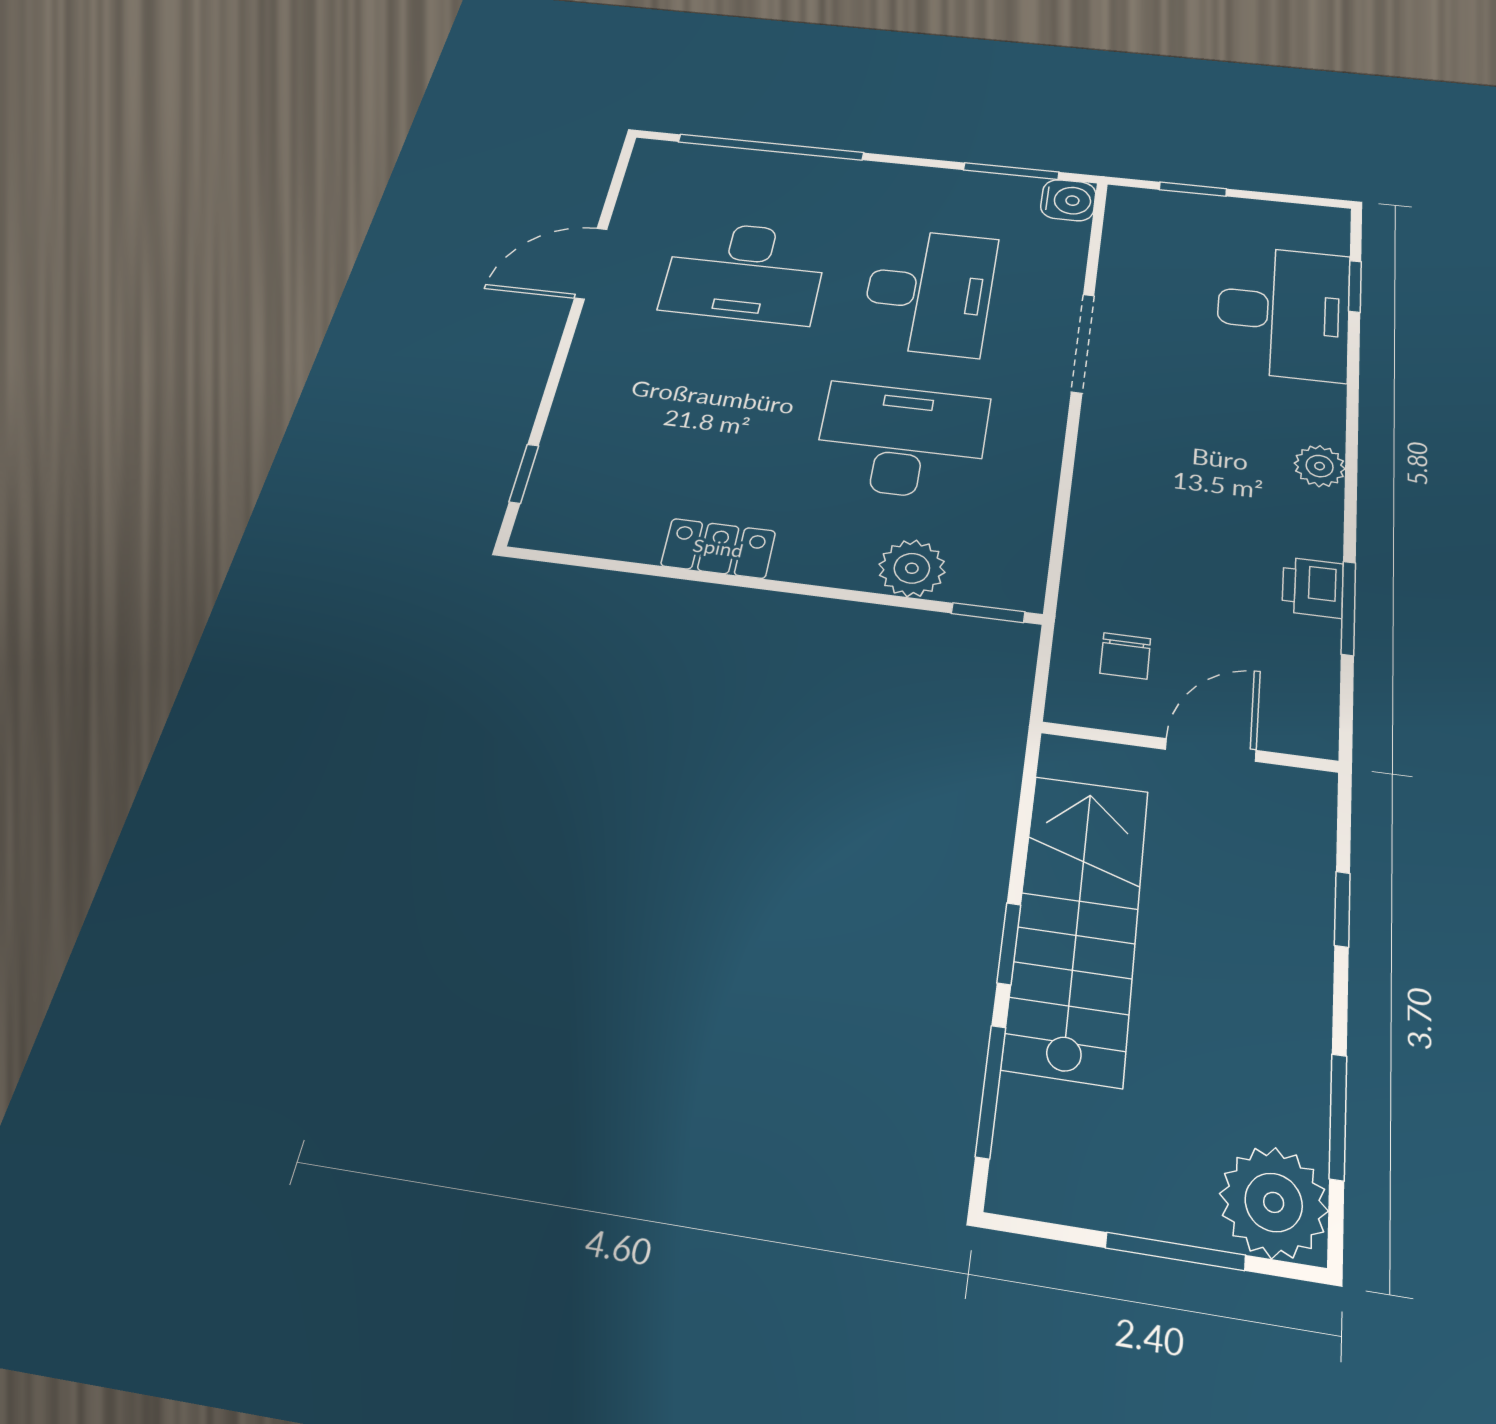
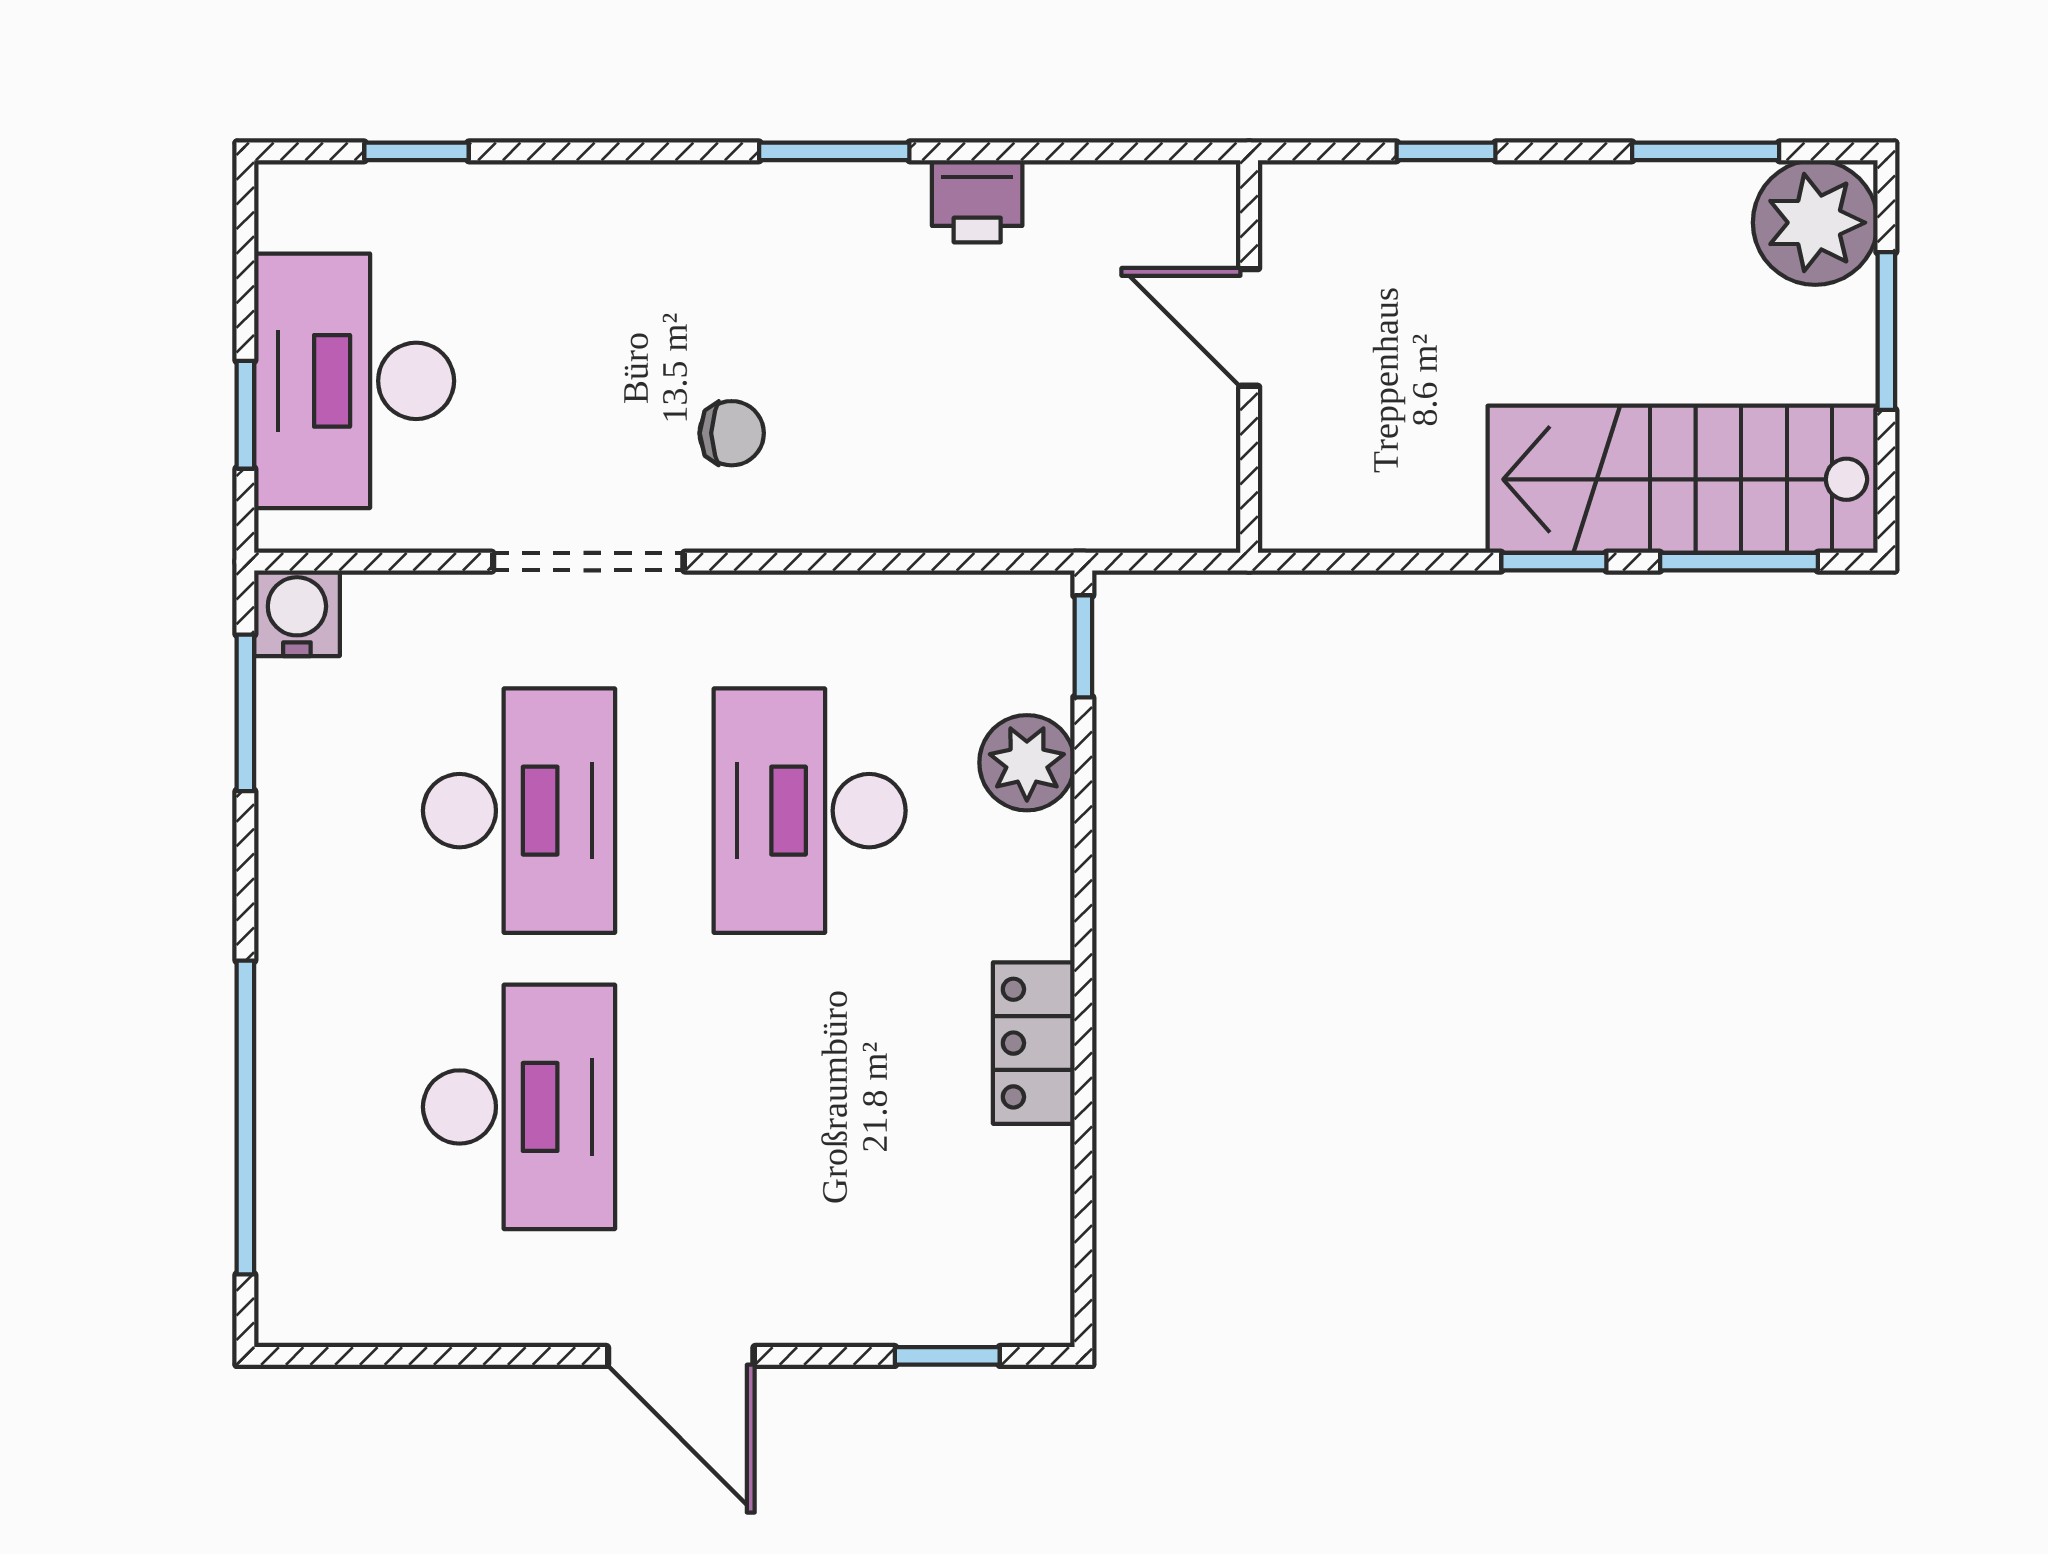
door: (591, 263) -> (681, 1356), moved
desk: (929, 292) -> (519, 811), turned 90
desk: (1283, 312) -> (354, 381), moved, turned -90
plant: (1320, 466) -> (768, 197), removed
window: (1348, 608) -> (834, 151), moved
chair: (1125, 656) -> (732, 433), moved
stairs: (1077, 925) -> (1683, 479), moved

